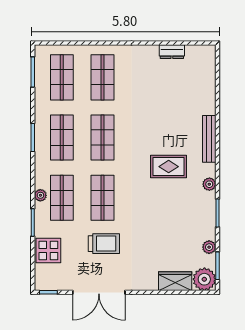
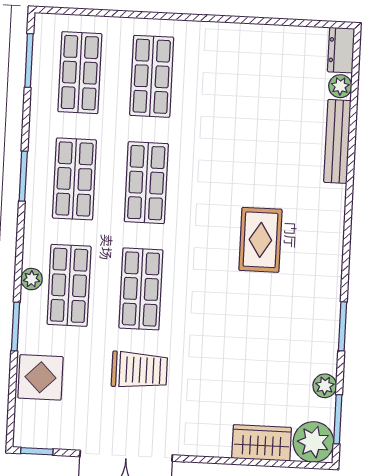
dresser: (172, 52) -> (341, 50), moved, turned 90
bench: (209, 139) -> (337, 141), moved
rug: (169, 167) -> (260, 240), turned 90
plant: (209, 184) -> (340, 86), moved

